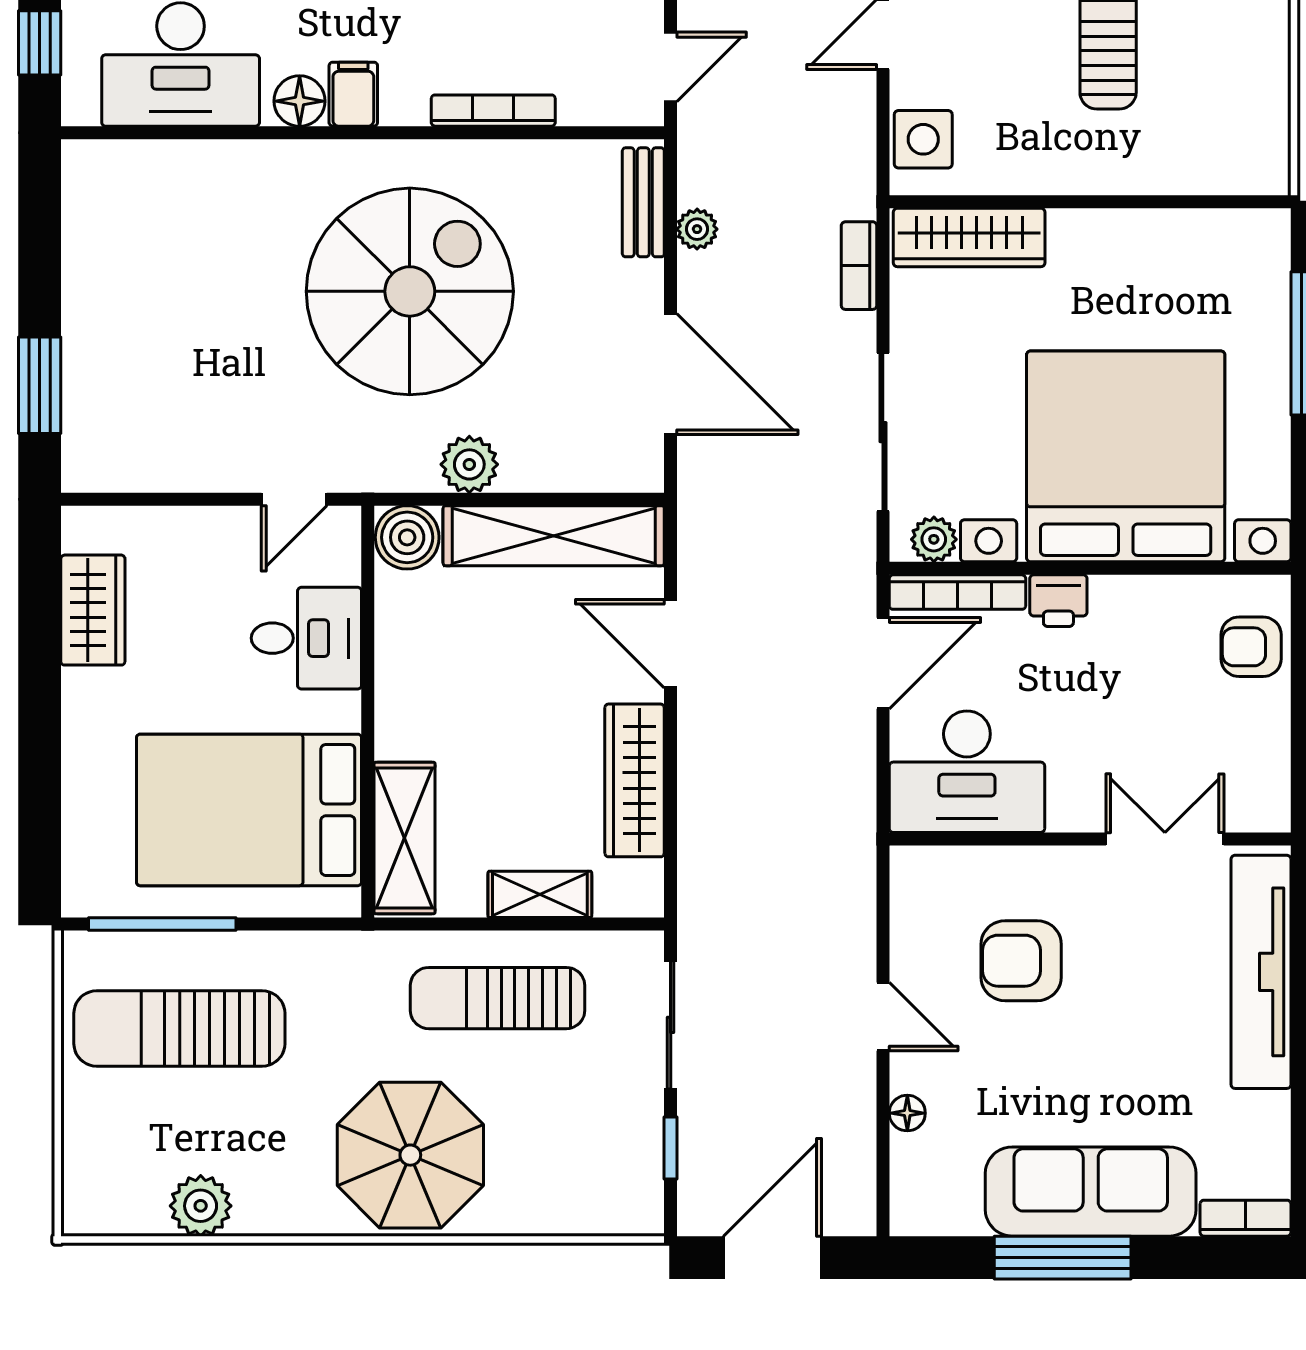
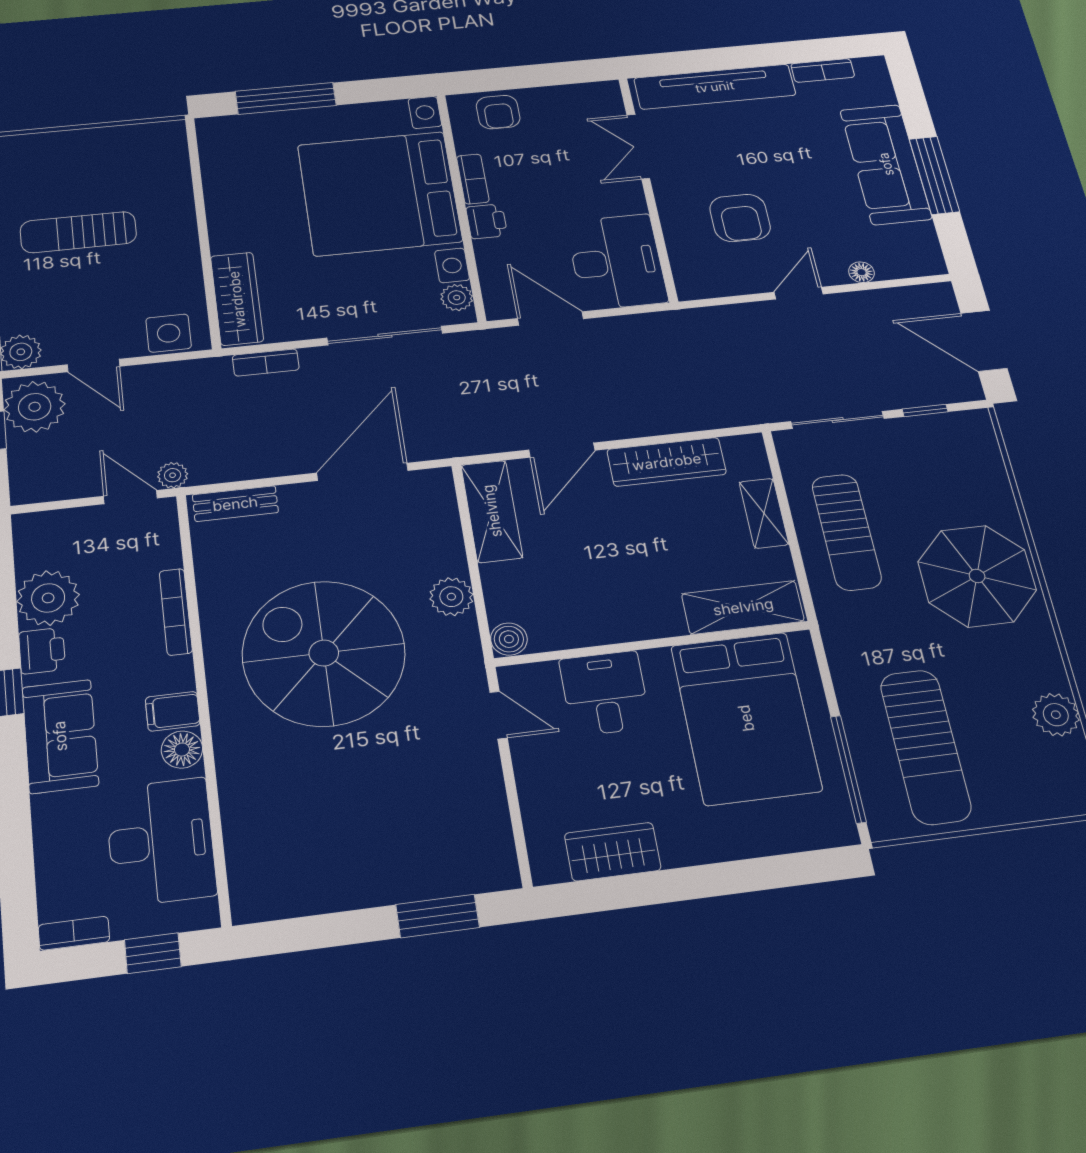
plant: (697, 229) -> (173, 475), moved
shelving: (554, 536) -> (492, 511), width x0.68
boiler: (407, 537) -> (509, 639), width x0.73, depth x0.73
bookcase: (957, 592) -> (473, 179), moved, width x0.64
bookcase: (1246, 1218) -> (823, 70), moved, turned -90

